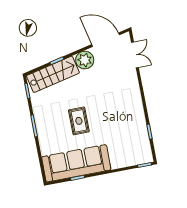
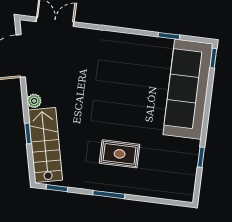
plant: (85, 60) -> (34, 101), width x0.53, depth x0.53
rug: (79, 121) -> (120, 154), moved
sofa: (76, 163) -> (188, 89), moved

